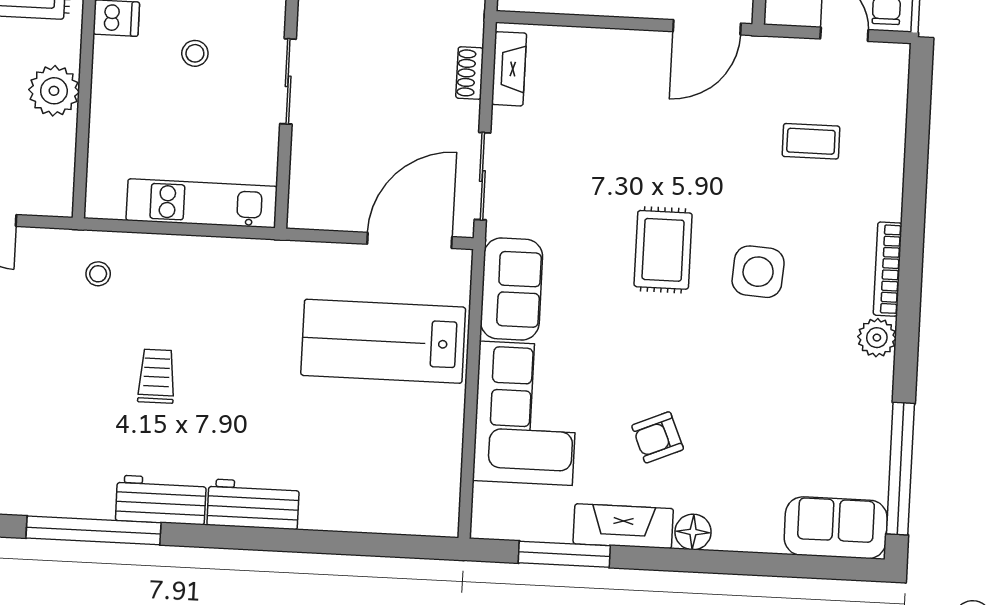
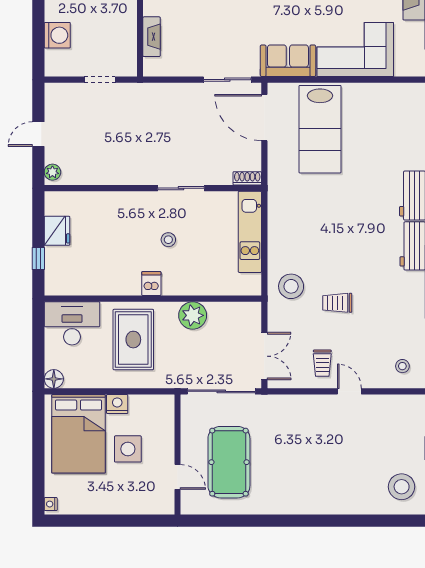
fireplace: (509, 69) -> (152, 37), moved, turned 90
shoe rack: (470, 73) -> (247, 178), moved, turned 180
stool: (98, 274) -> (291, 286), width x1.89, depth x1.89
trolley: (156, 376) -> (337, 303), moved

